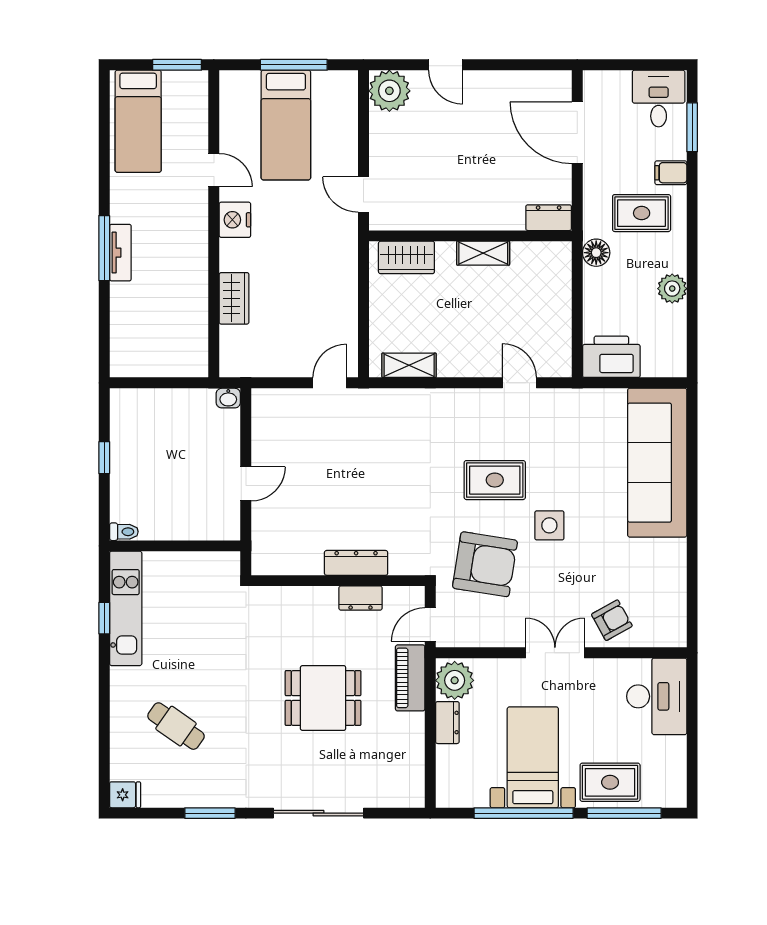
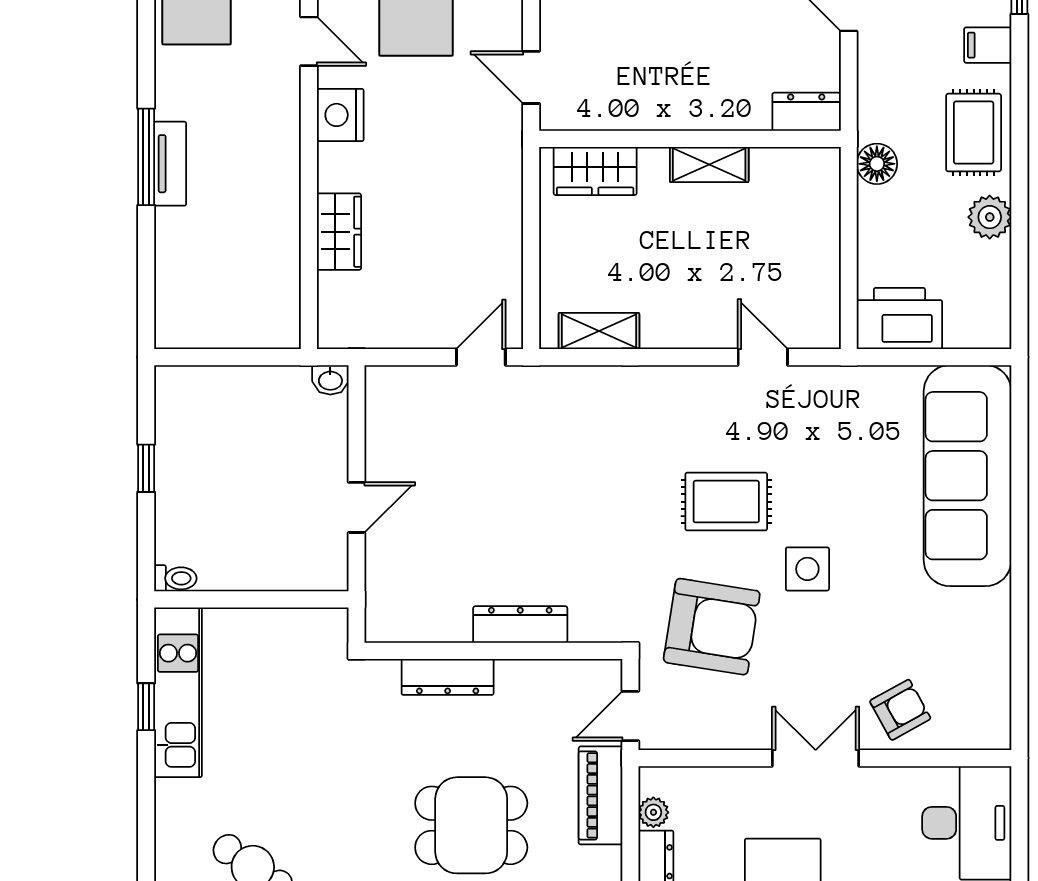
rug: (642, 213) -> (974, 133), moved, turned 90
dresser: (361, 598) -> (448, 677), moved, width x1.44
plant: (455, 680) -> (653, 812), width x0.53, depth x0.53

